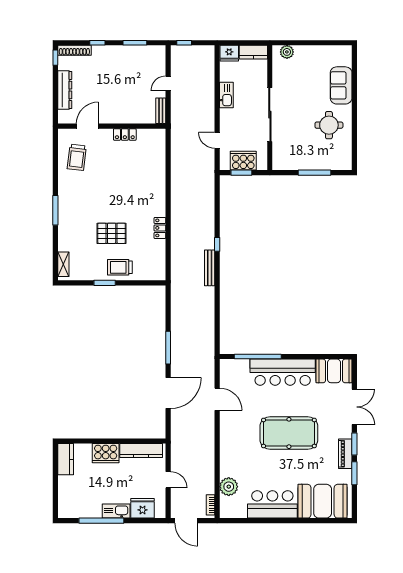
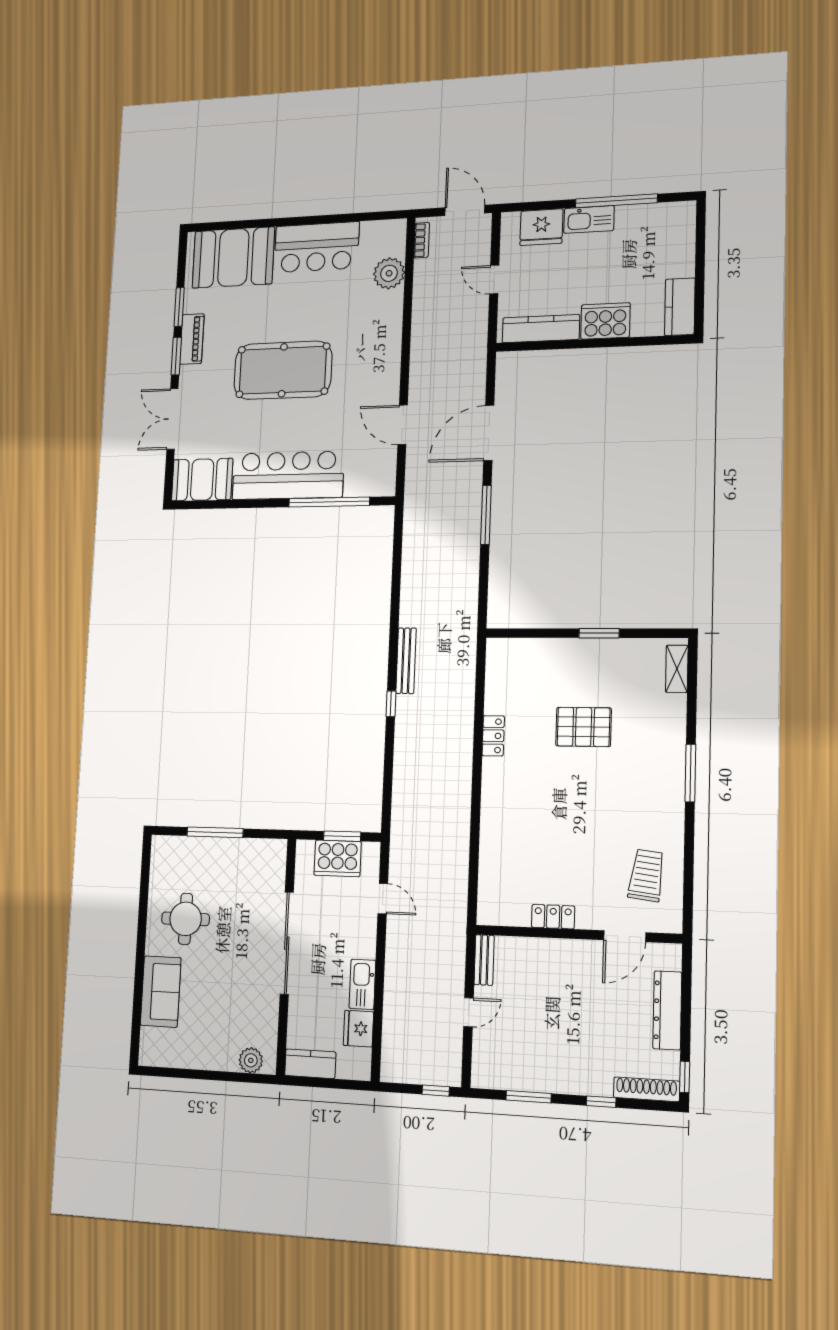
fridge: (229, 53) -> (358, 1029), moved, turned -90
trolley: (120, 267) -> (570, 663), removed

